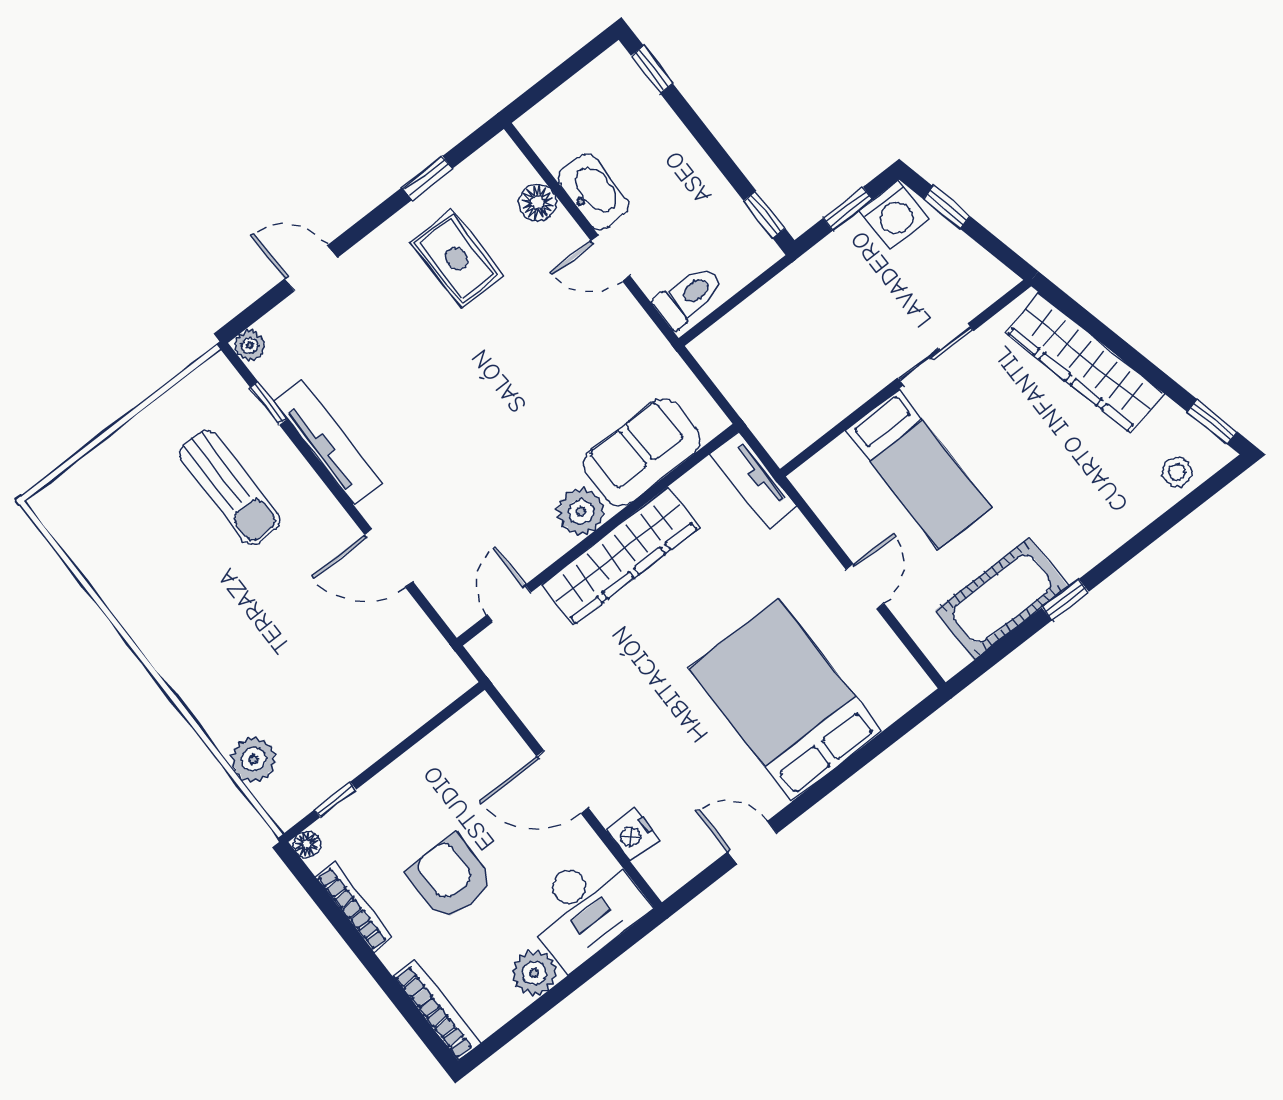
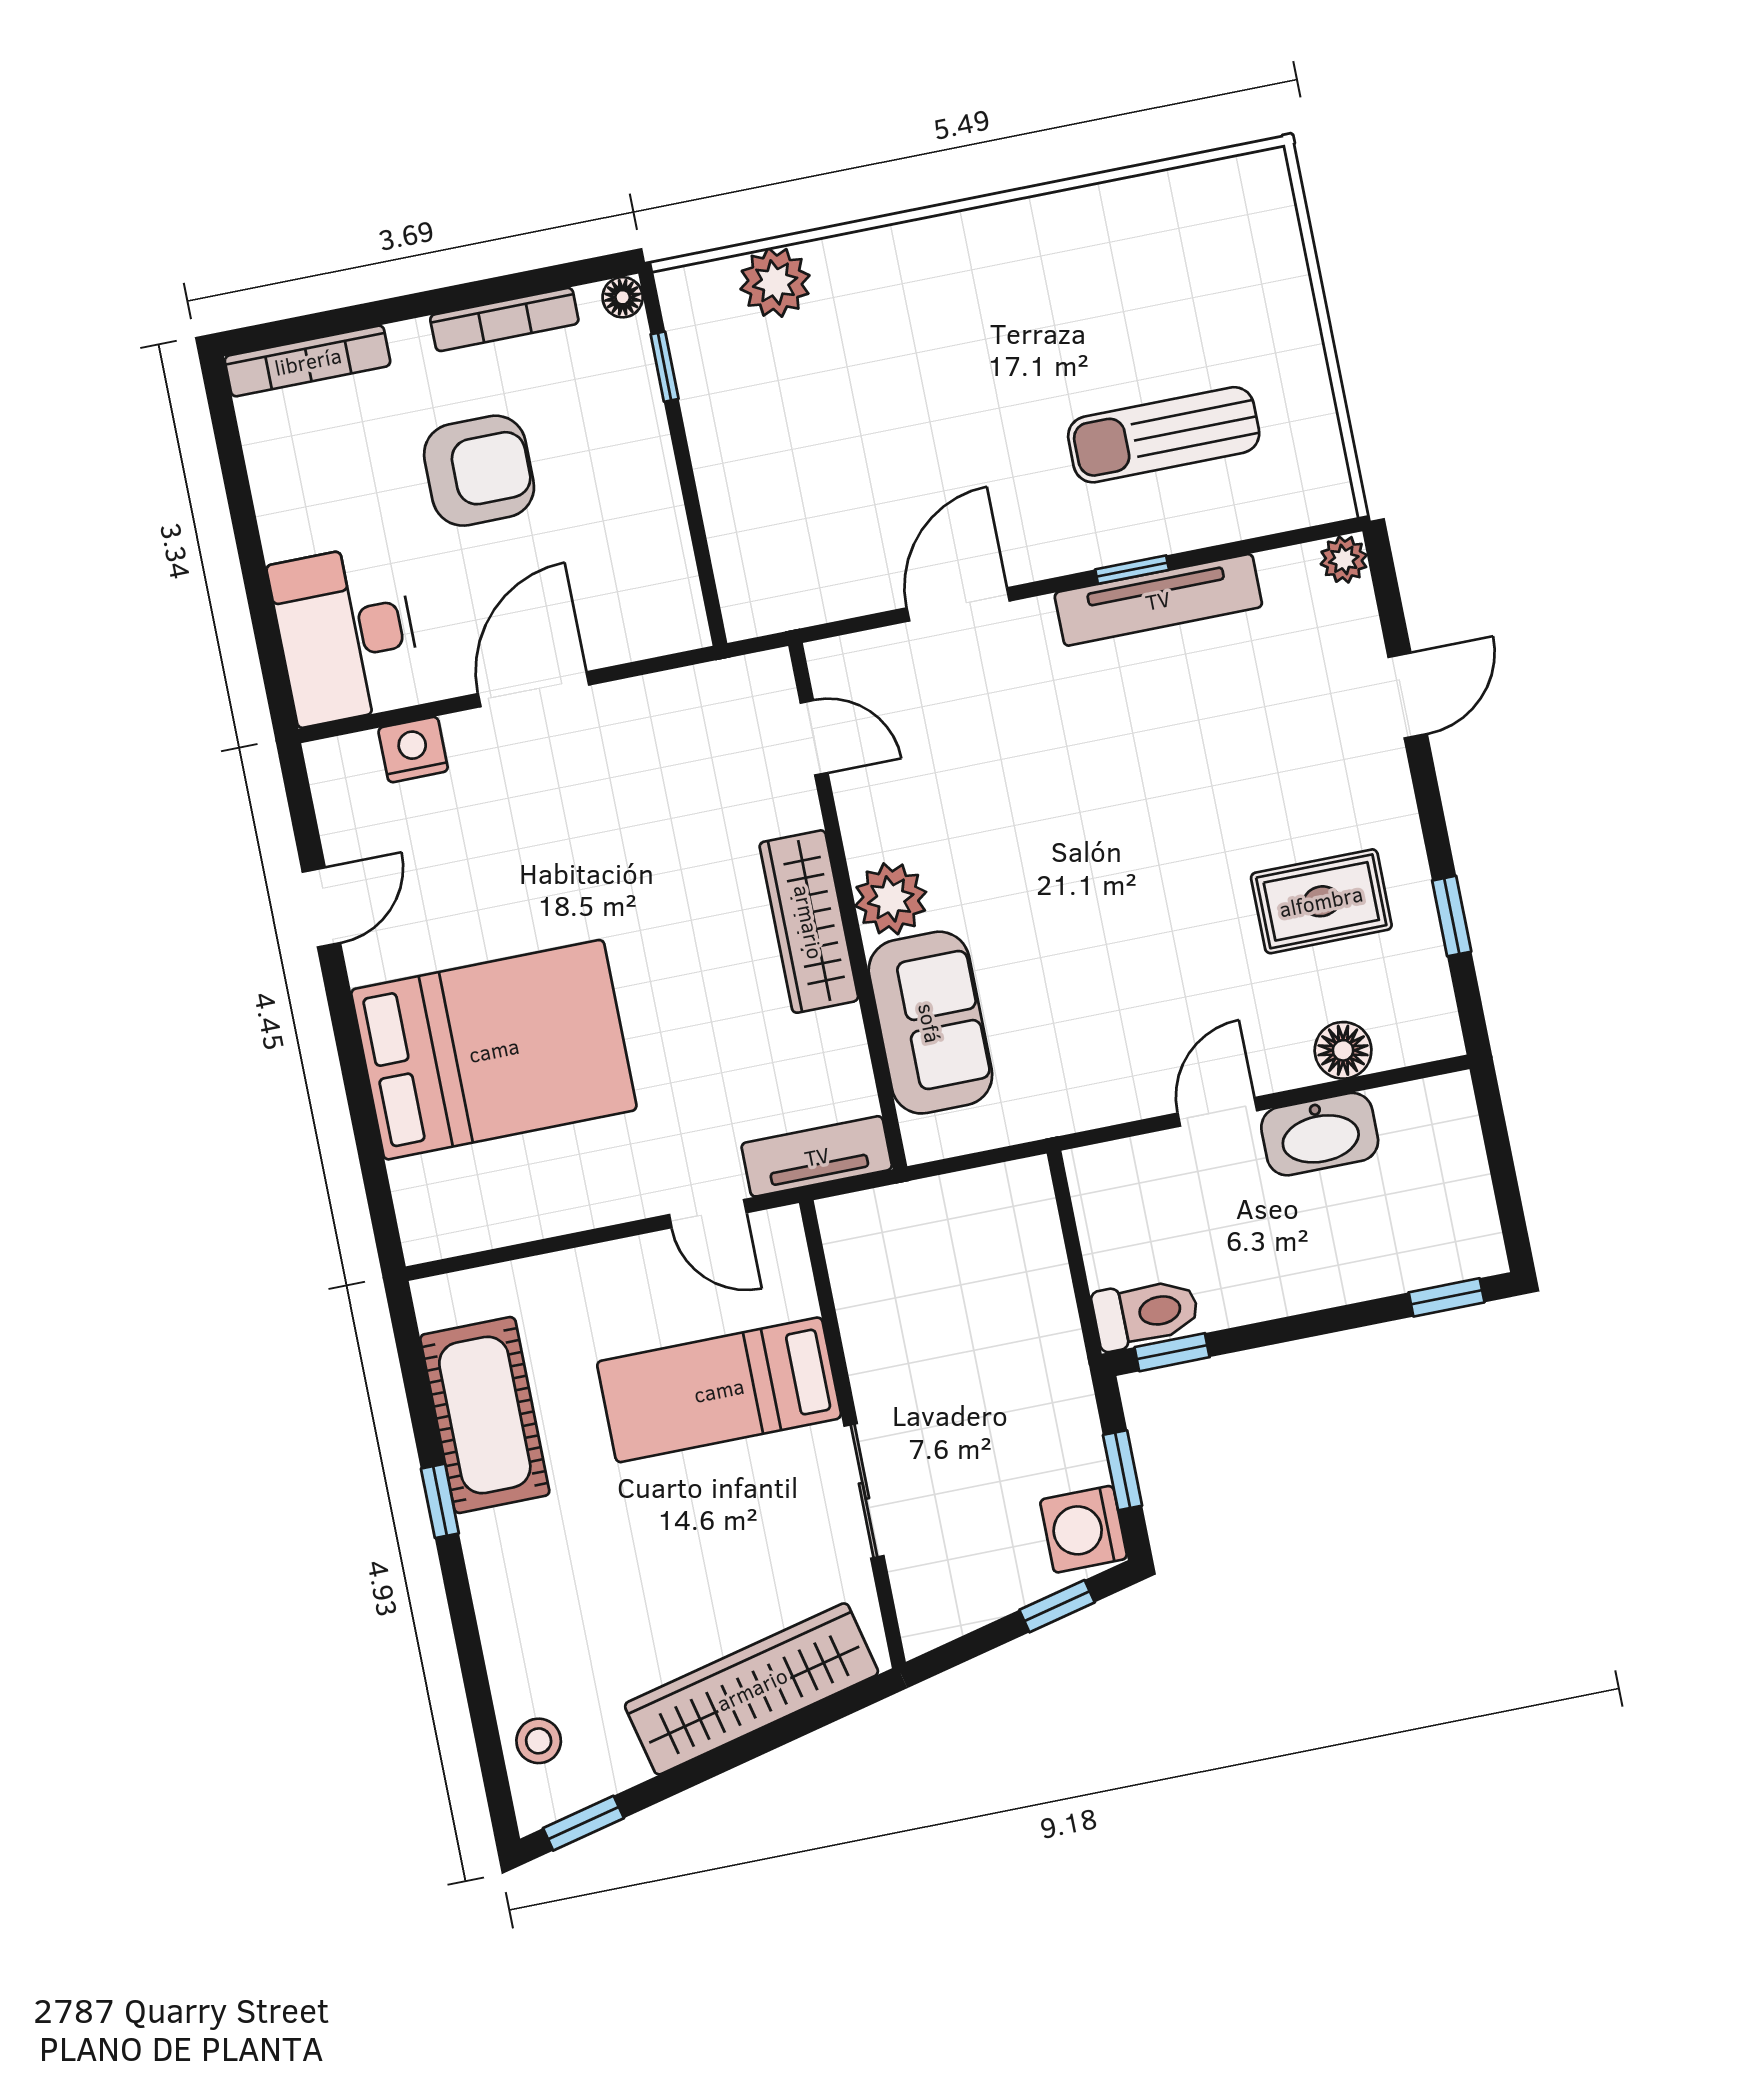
toilet: (688, 296) -> (1146, 1313), moved, turned -90
window: (268, 403) -> (1132, 570), moved
wardrobe: (620, 556) -> (809, 922), width x0.71, depth x0.85
door: (865, 586) -> (708, 1214), moved
plant: (534, 973) -> (292, 520), removed

